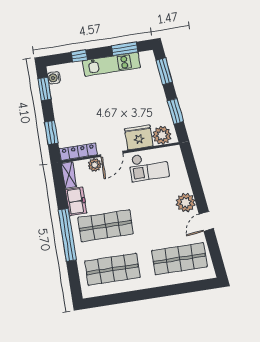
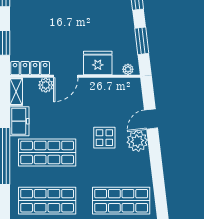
plant: (162, 135) -> (128, 69), width x0.53, depth x0.53
checkout: (149, 166) -> (104, 96), removed
display table: (155, 204) -> (104, 138), added
door: (206, 221) -> (151, 119), moved

